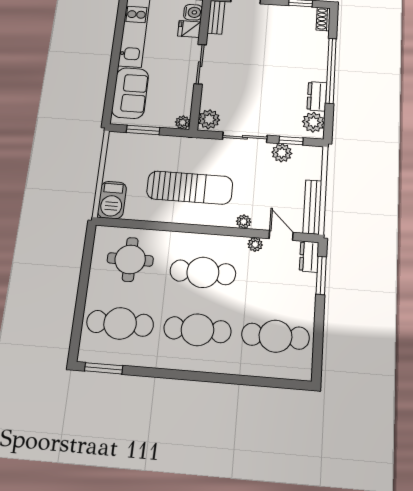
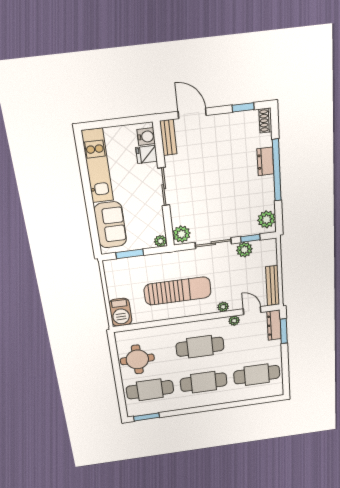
dresser: (317, 96) -> (265, 161), moved
dresser: (309, 257) -> (274, 325), width x1.44
round table: (130, 259) -> (137, 359), moved

